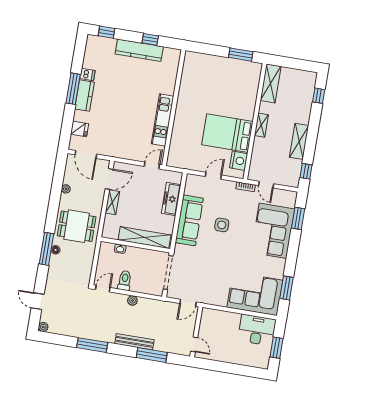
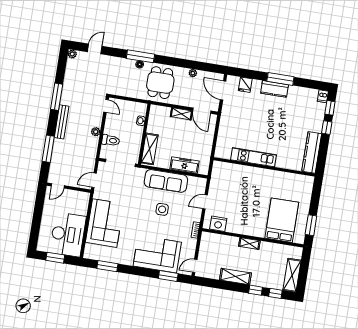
window: (150, 39) -> (327, 128), moved
kitchen counter: (139, 50) -> (312, 152), moved
dishwasher: (87, 75) -> (323, 96), moved
shelving: (271, 83) -> (292, 275), moved, turned 90
bed: (227, 133) -> (282, 220), moved
door: (86, 154) -> (223, 90), hinge flipped
door: (152, 165) -> (214, 148), removed
window: (306, 171) -> (256, 290), moved
door: (213, 176) -> (205, 202), swing flipped
door: (266, 185) -> (195, 266), moved
shelving: (144, 238) -> (150, 149), width x0.68
toilet: (125, 280) -> (111, 140), moved
corner sofa: (255, 294) -> (105, 223), moved
door: (188, 303) -> (94, 180), hinge flipped
desk: (257, 330) -> (68, 234), width x1.36, depth x1.30
bench: (134, 342) -> (62, 122), moved

